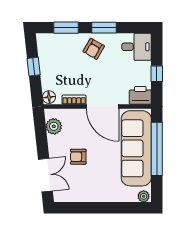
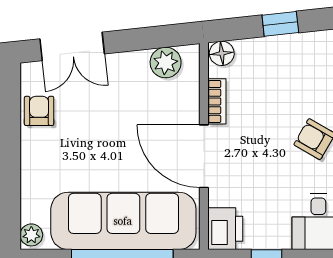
door: (103, 106) -> (204, 156), hinge flipped
armchair: (78, 157) -> (39, 111), moved

